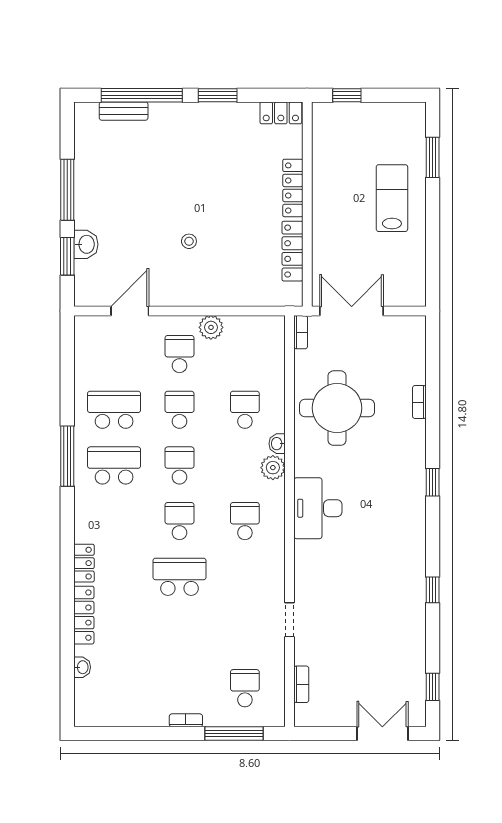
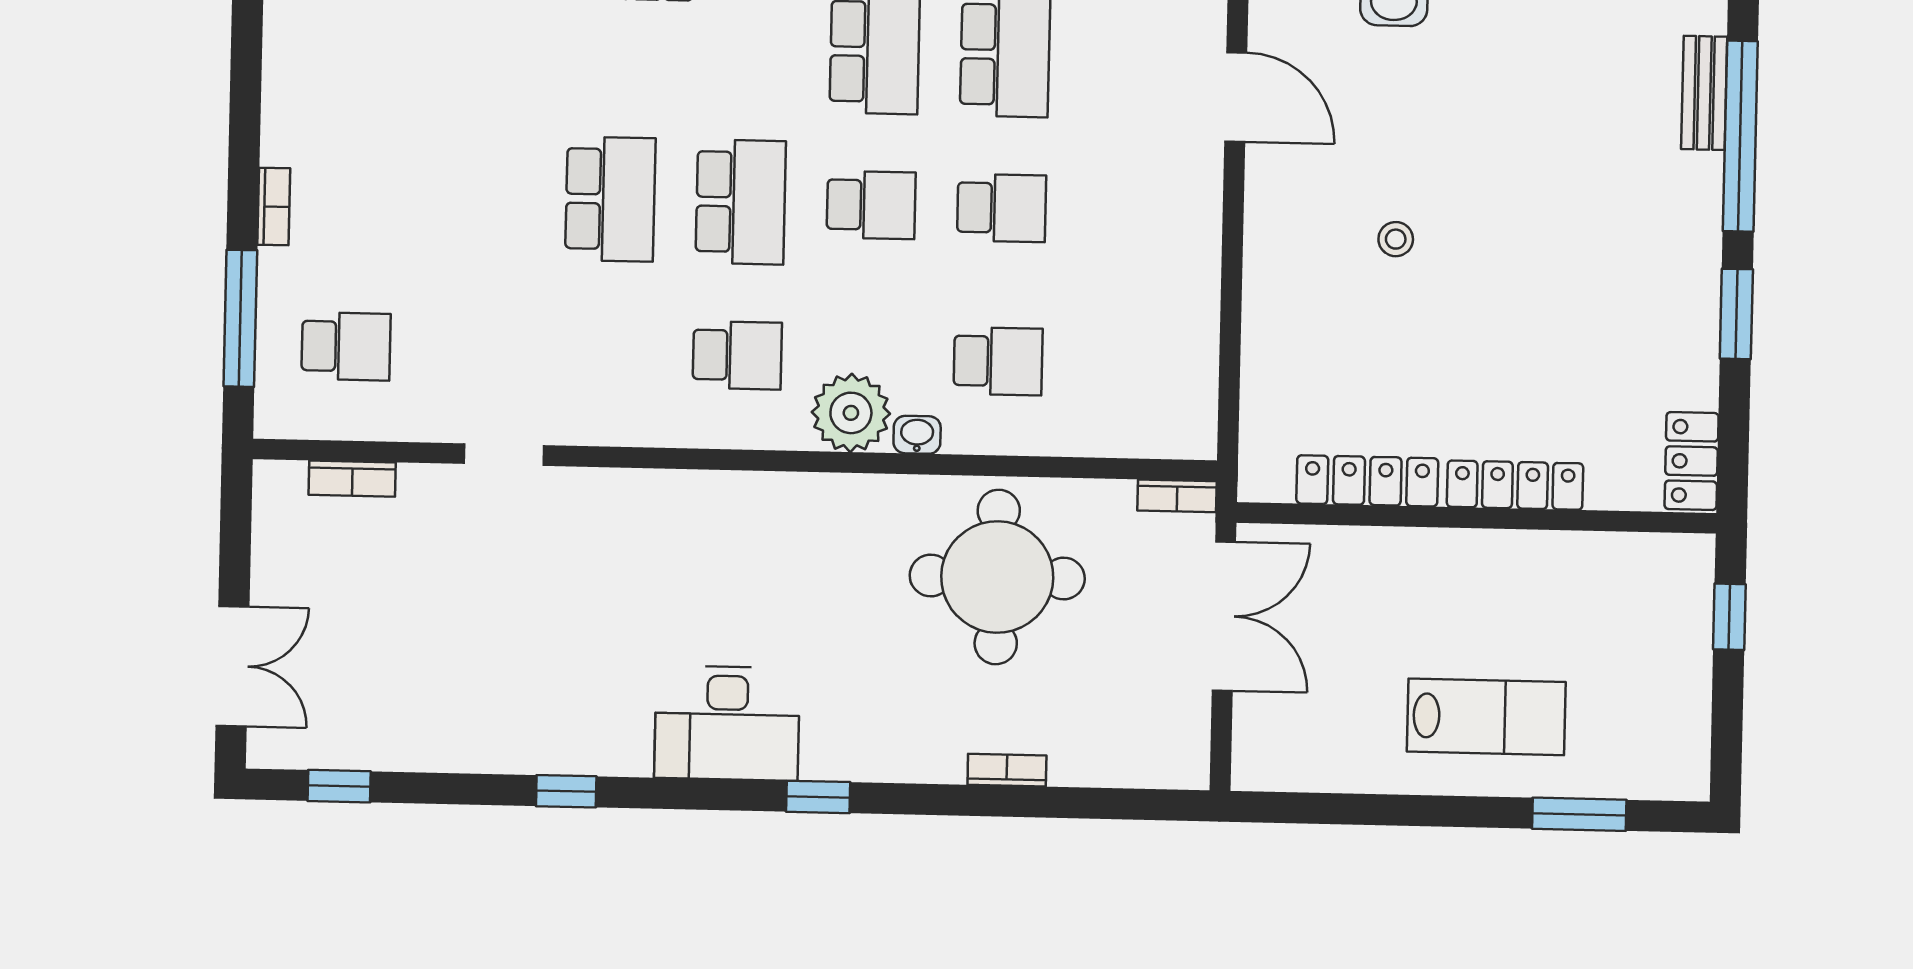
plant: (211, 327) -> (1193, 286), removed
school desk: (179, 354) -> (1132, 211), removed
plant: (273, 468) -> (851, 413), width x1.36, depth x1.36
desk: (318, 508) -> (727, 723), moved, turned 180
school desk: (179, 521) -> (741, 202), width x1.85

